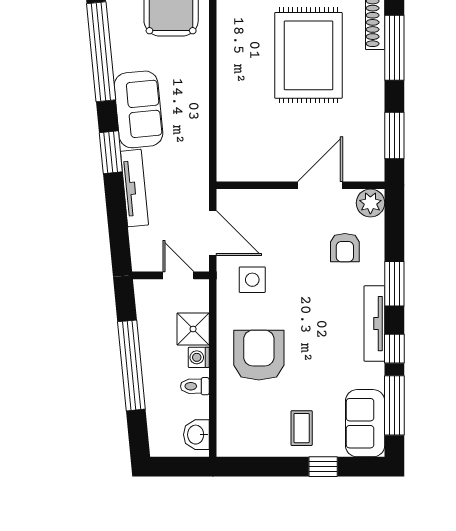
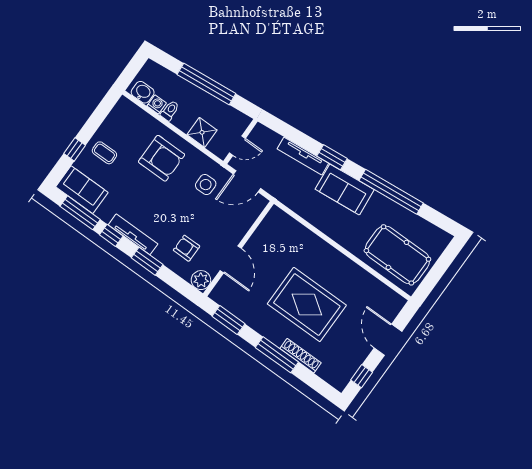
washing machine: (199, 357) -> (157, 104), moved

